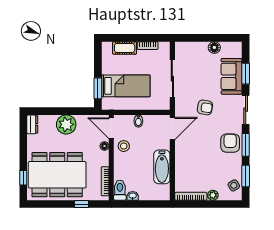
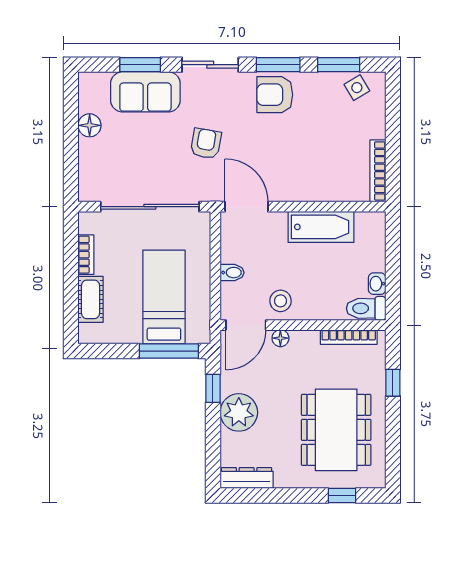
sliding door: (172, 79) -> (150, 207), width x1.36
window: (98, 88) -> (169, 351), width x1.44
window: (79, 111) -> (213, 388), added
dresser: (32, 124) -> (247, 478), width x1.44
dining table: (57, 175) -> (336, 430), width x0.73, depth x0.80
plant: (213, 195) -> (376, 128), removed

